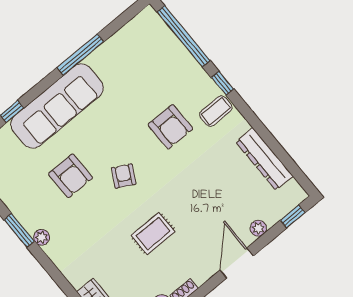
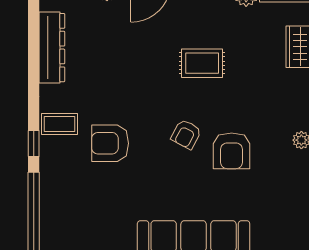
armchair: (170, 127) -> (110, 143), turned -90
armchair: (71, 176) -> (232, 151), moved, turned 180

